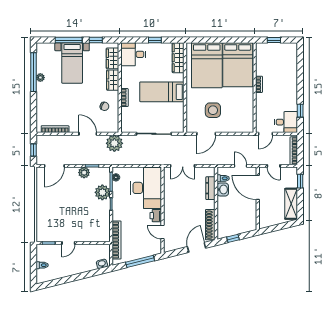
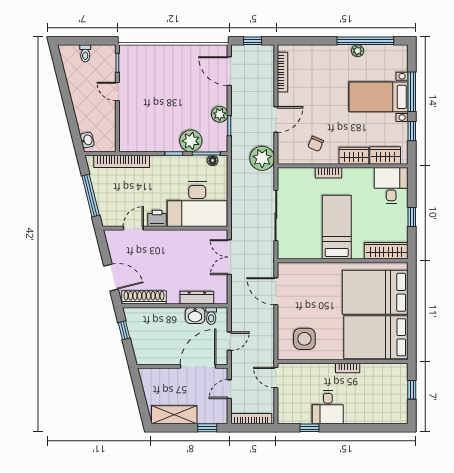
side table: (213, 110) -> (304, 339), moved
desk: (286, 122) -> (328, 407), moved

